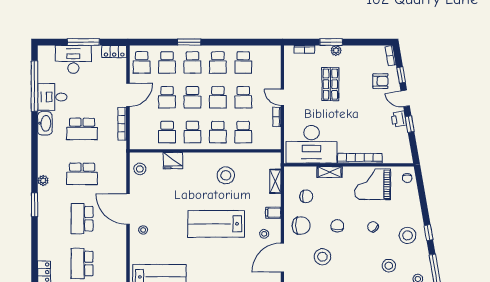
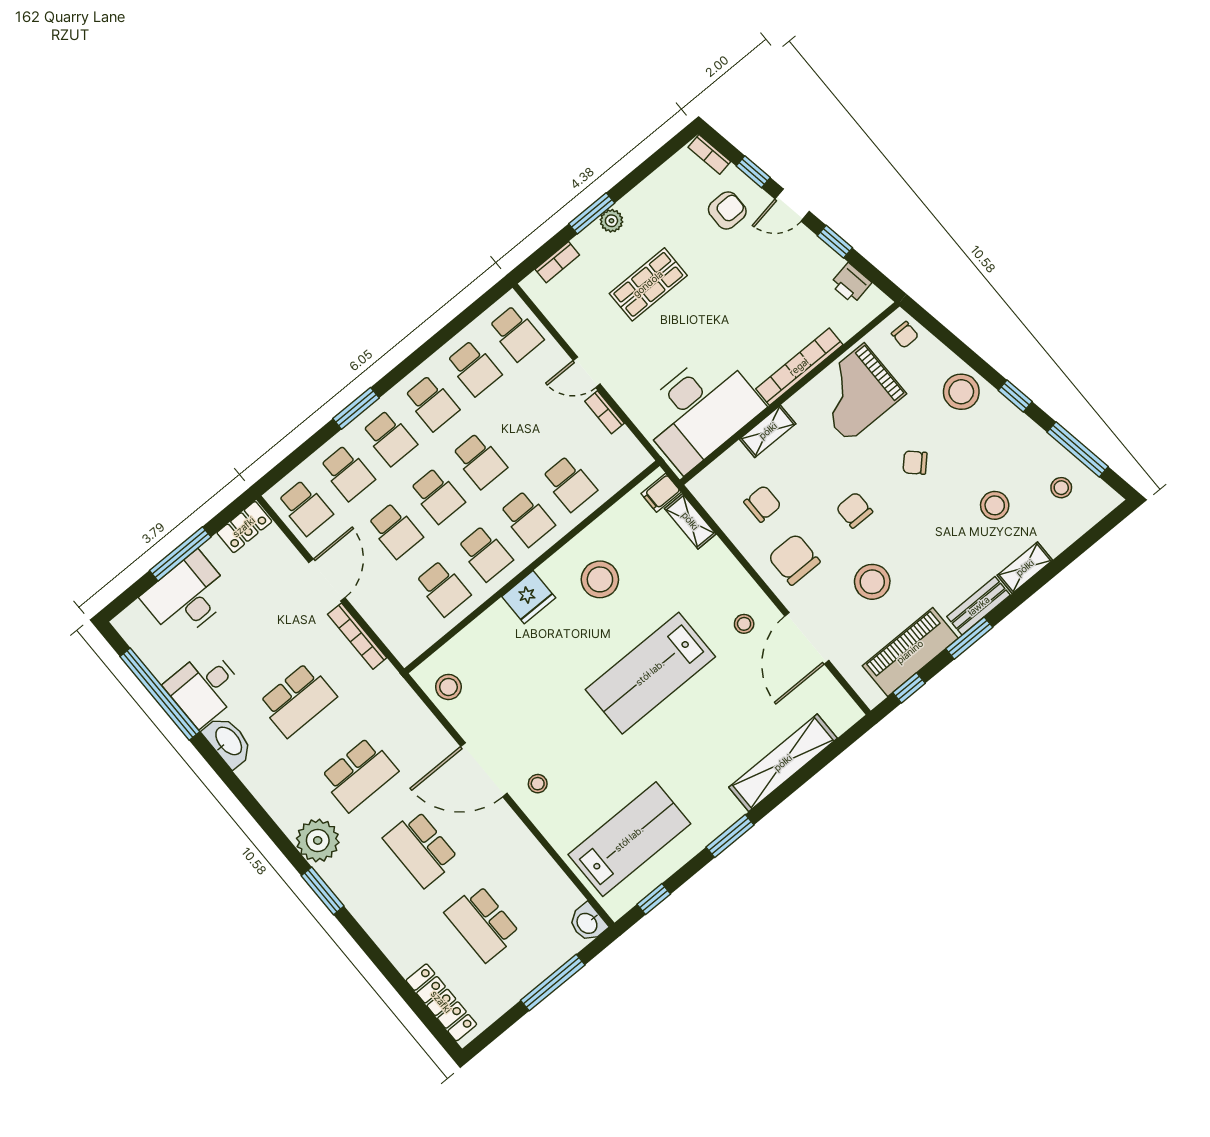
shop shelf: (330, 84) -> (648, 284), turned 90
school desk: (243, 97) -> (516, 333), moved
printer: (399, 119) -> (851, 283), moved
fridge: (173, 161) -> (529, 597), moved
plant: (43, 181) -> (318, 840), width x1.88, depth x1.88
filing cabinet: (273, 213) -> (661, 493), moved
chair: (301, 226) -> (794, 559), turned -90
stool: (407, 235) -> (961, 392), moved

